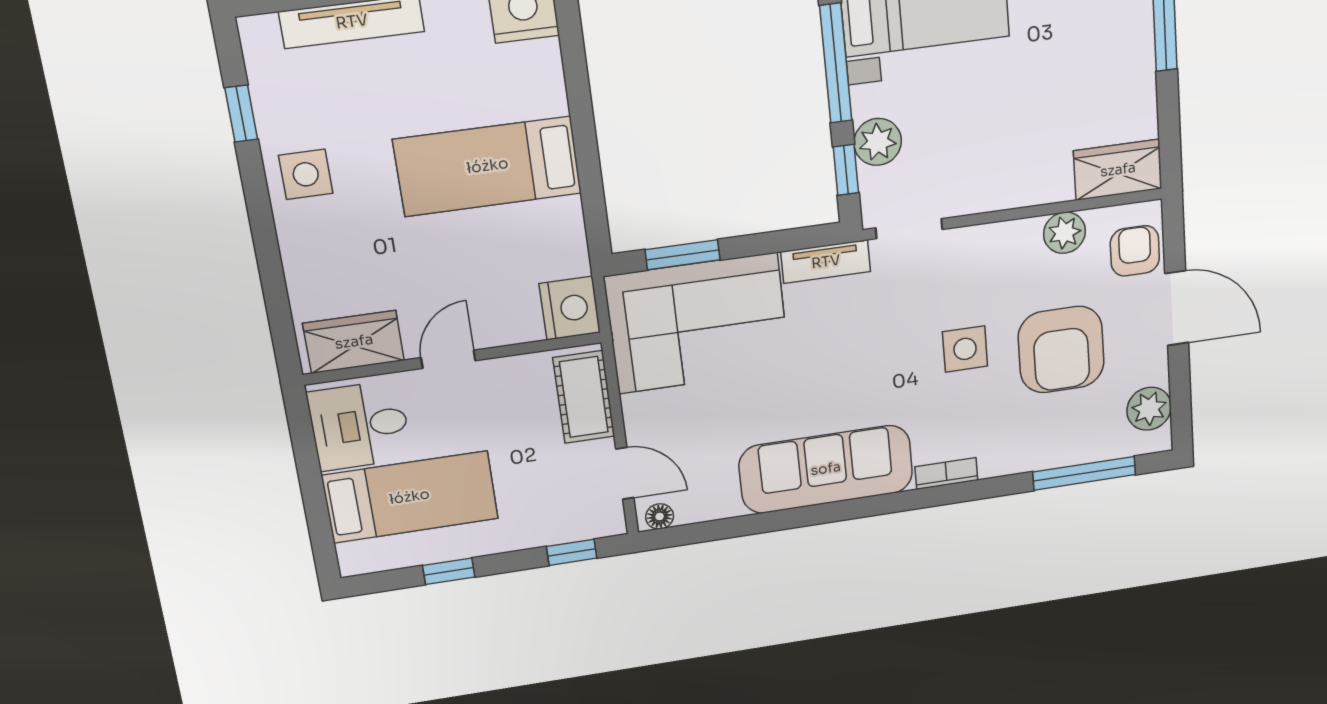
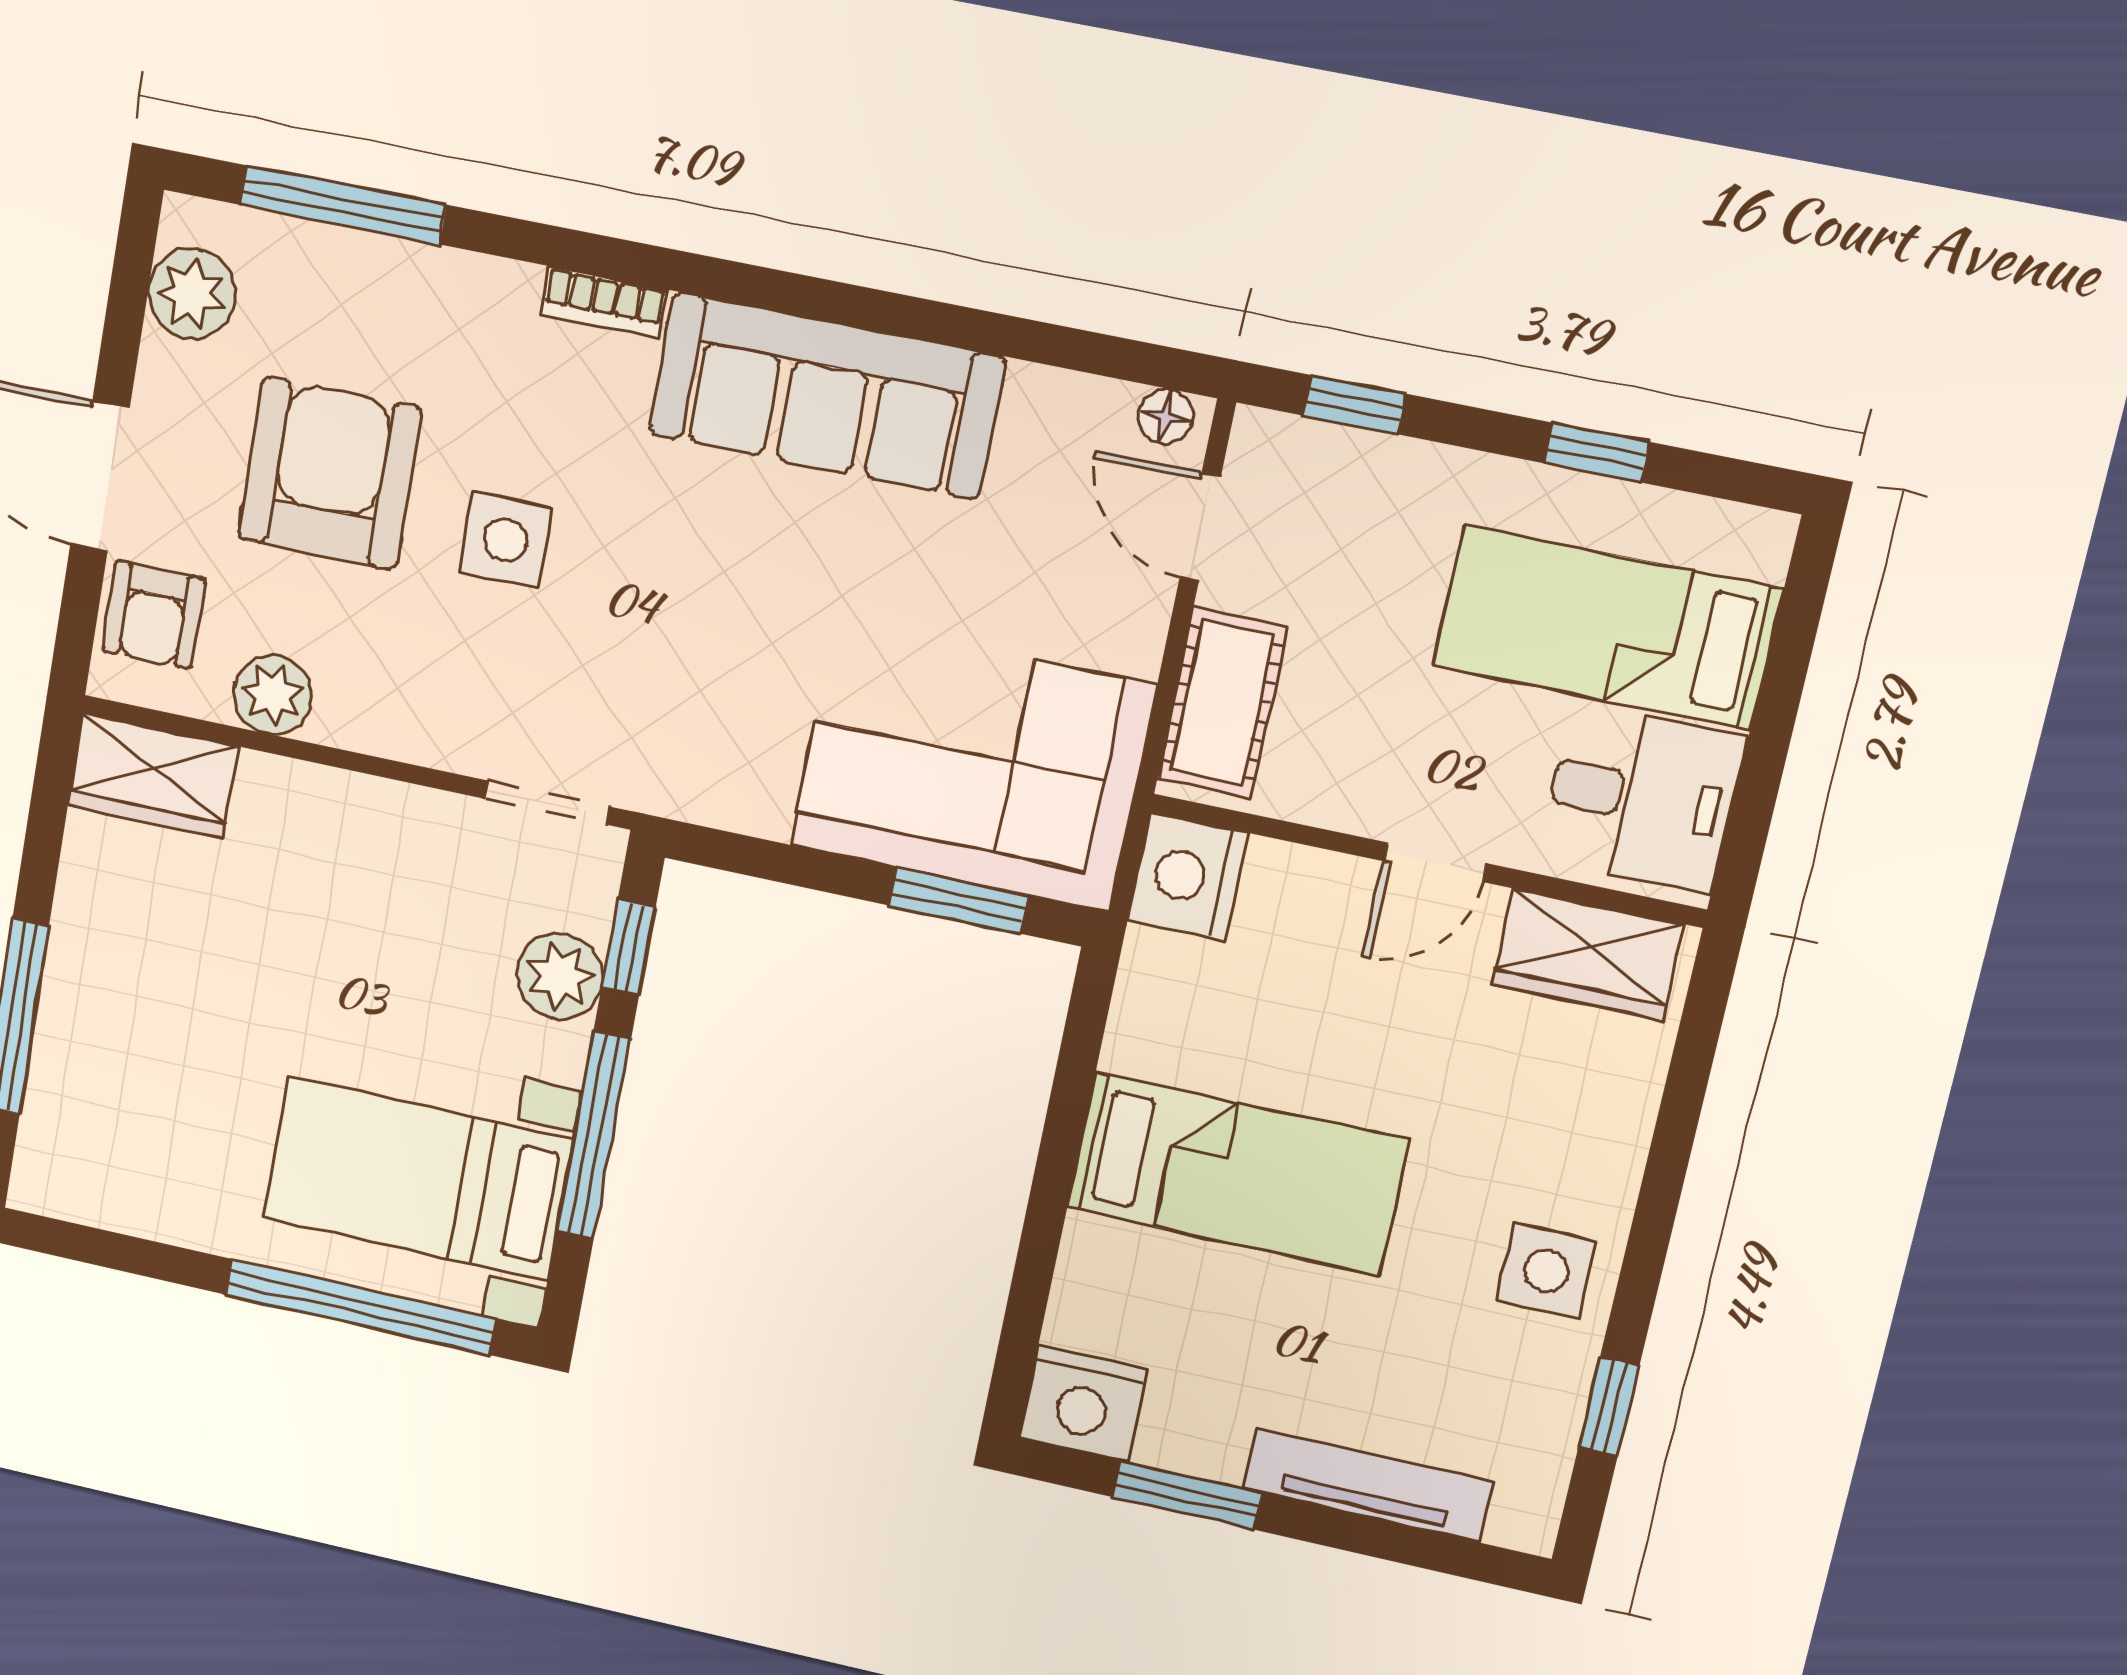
tv unit: (826, 262) -> (711, 797), removed

